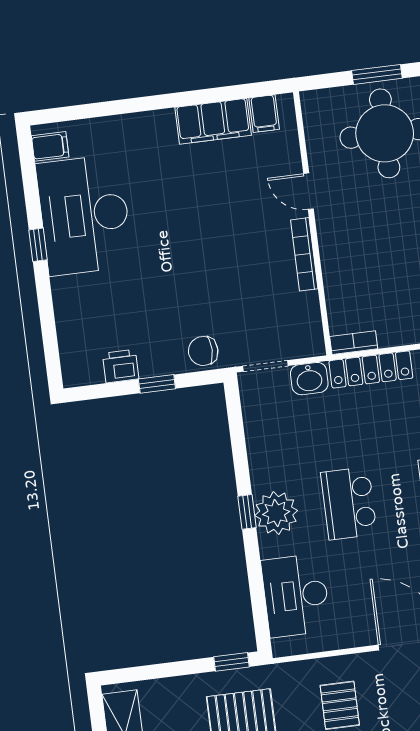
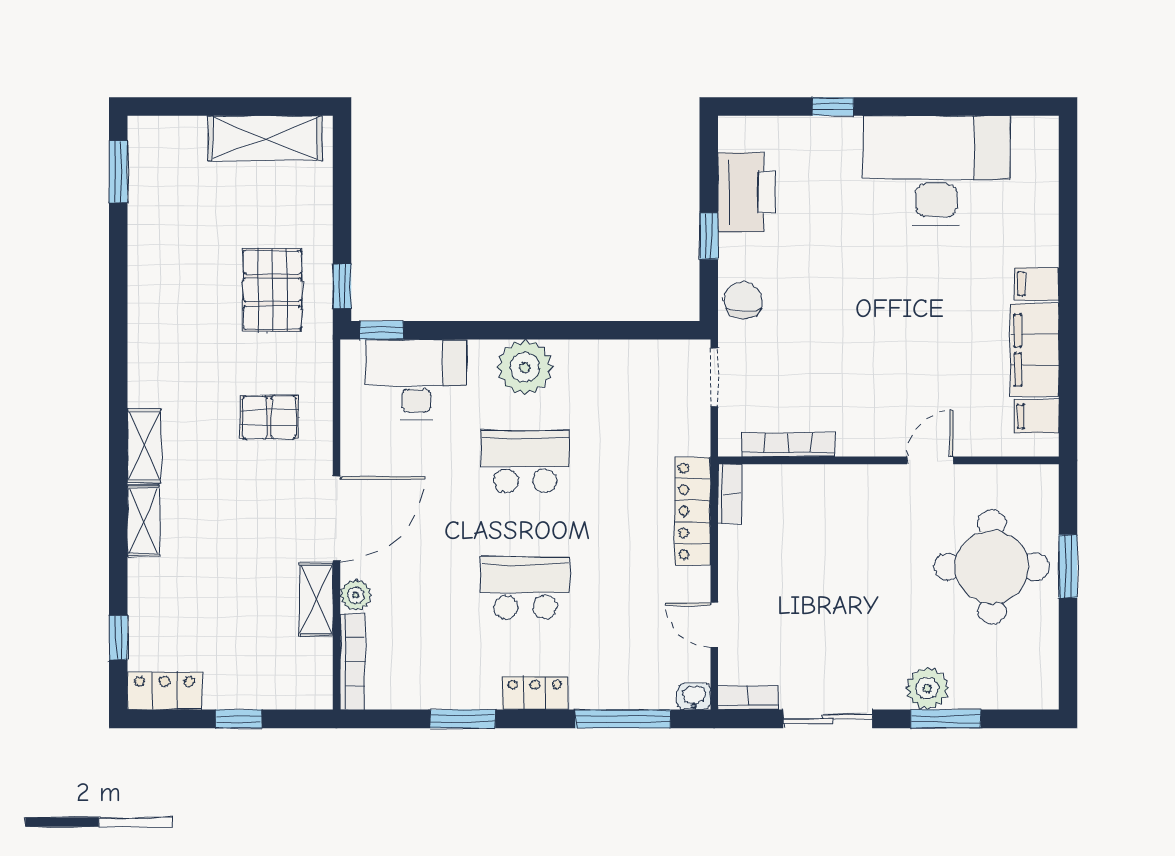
filing cabinet: (50, 146) -> (1037, 284), moved, turned 90
window: (38, 245) -> (833, 106), moved
bookcase: (304, 254) -> (788, 445), moved
printer: (121, 366) -> (746, 192), width x1.87, depth x1.48
washbasin: (309, 379) -> (691, 431), removed
window: (247, 512) -> (382, 330), moved

